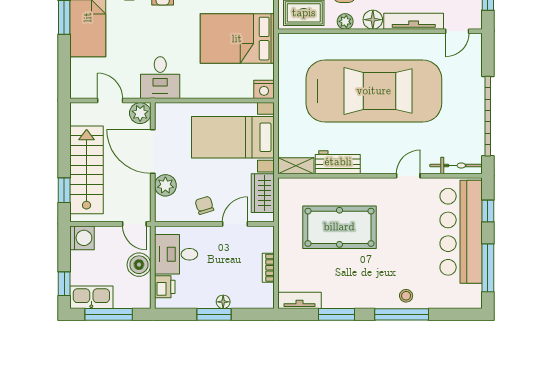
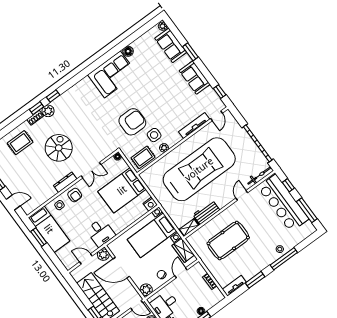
floor lamp: (373, 20) -> (176, 138), removed
plant: (165, 185) -> (146, 290), moved

